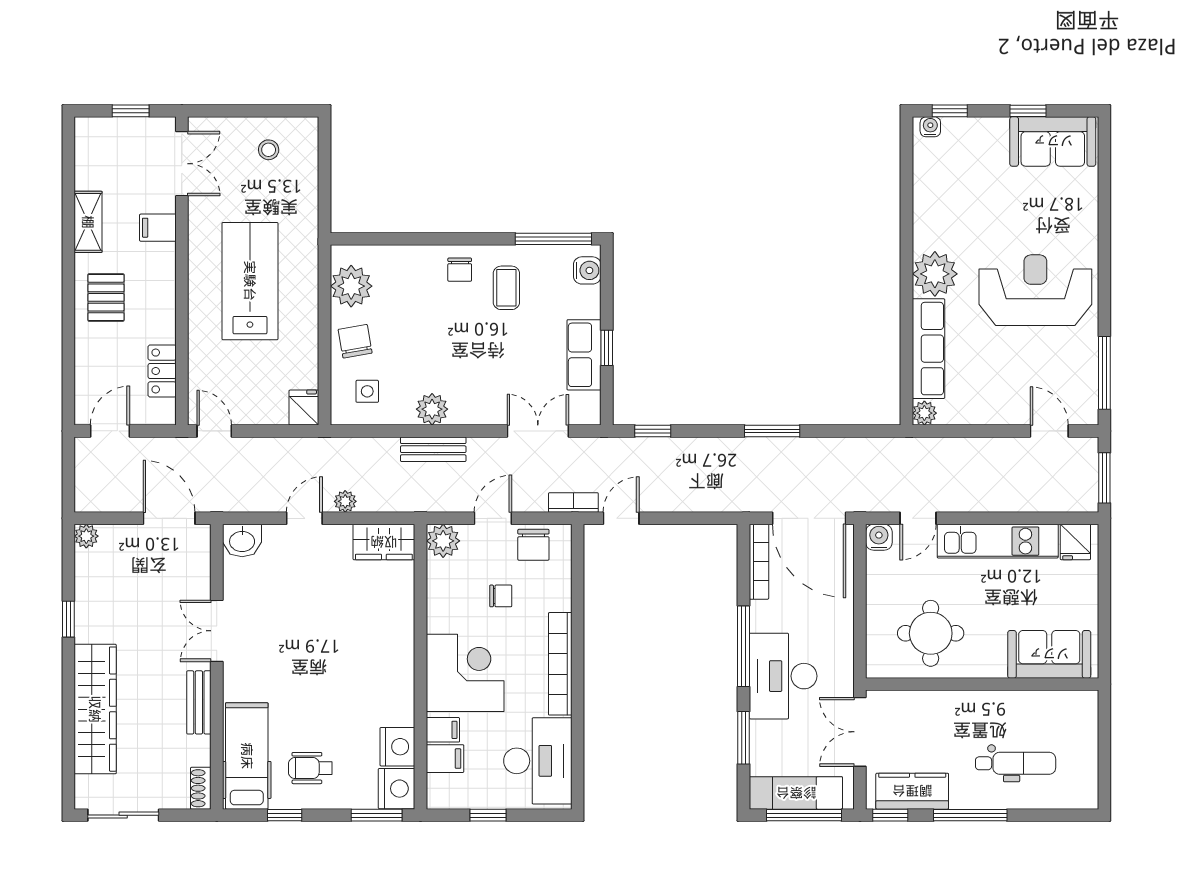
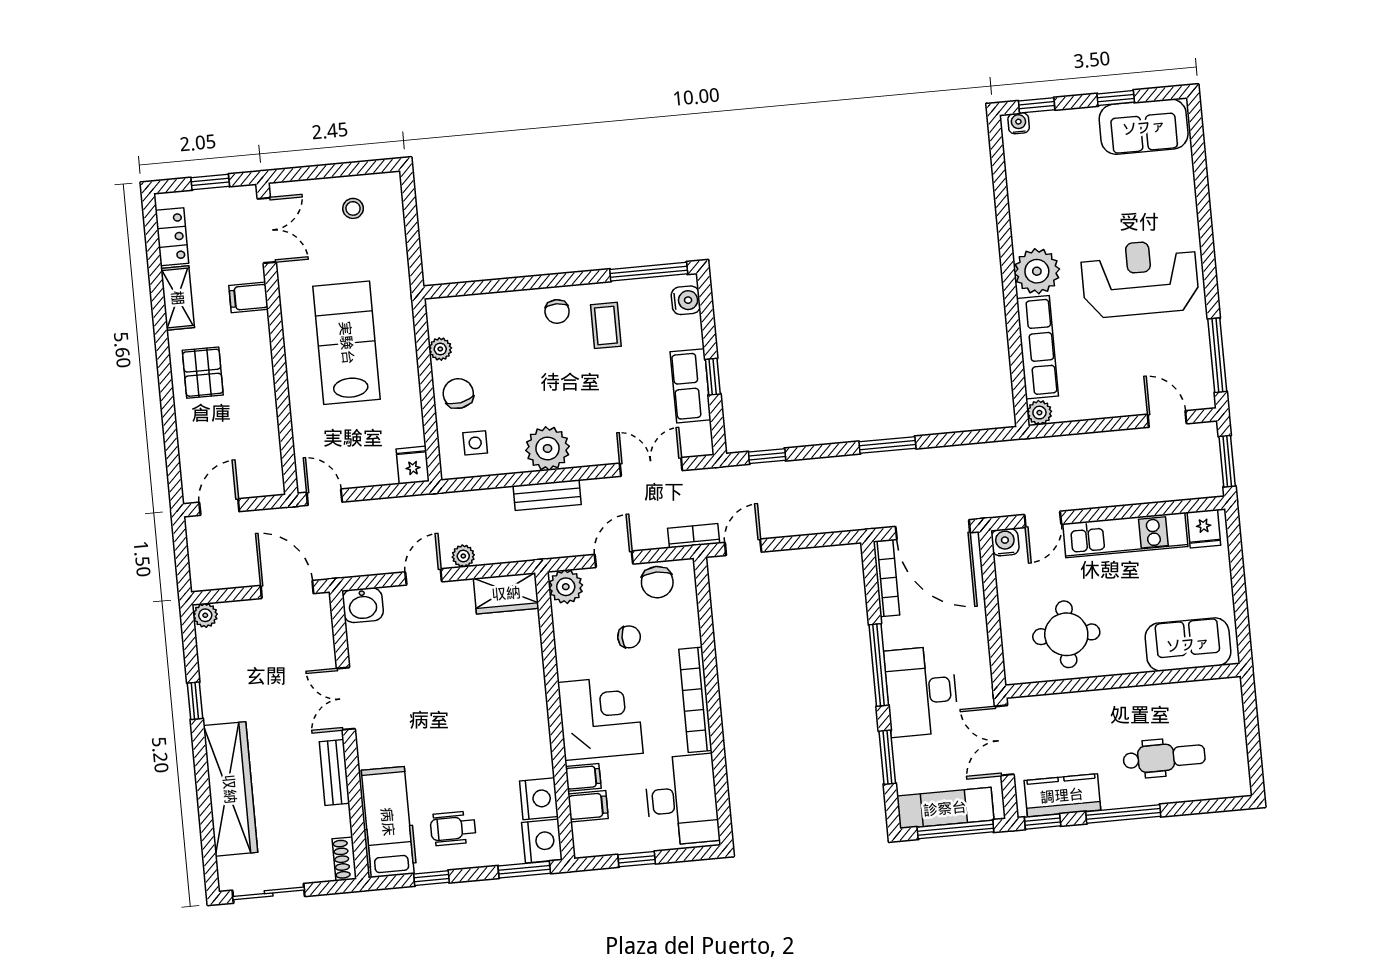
plant: (351, 286) -> (440, 349), width x0.53, depth x0.53
locker: (162, 371) -> (172, 237), moved, turned 180
plant: (432, 409) -> (548, 448), width x1.36, depth x1.36

